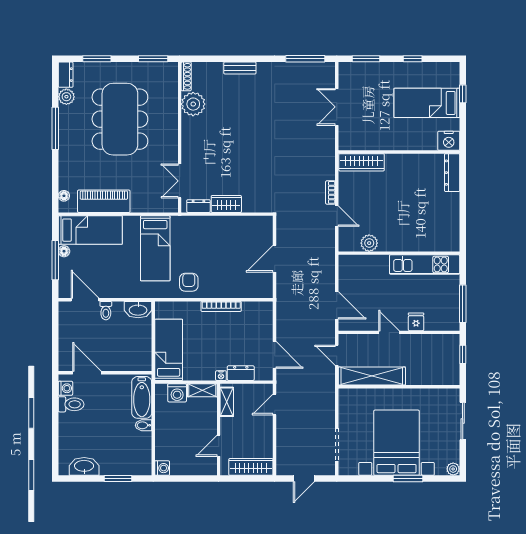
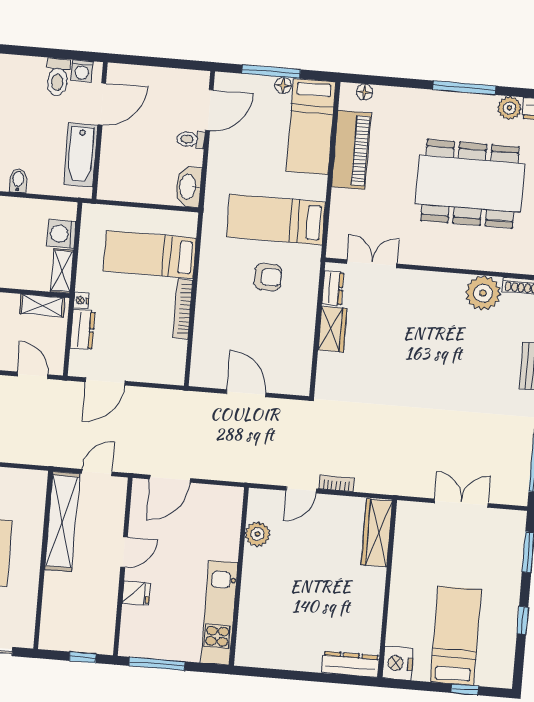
armchair: (189, 282) -> (268, 277), moved
bed: (169, 350) -> (150, 254), moved, turned 180
bathtub: (142, 397) -> (81, 155), moved, turned -90

